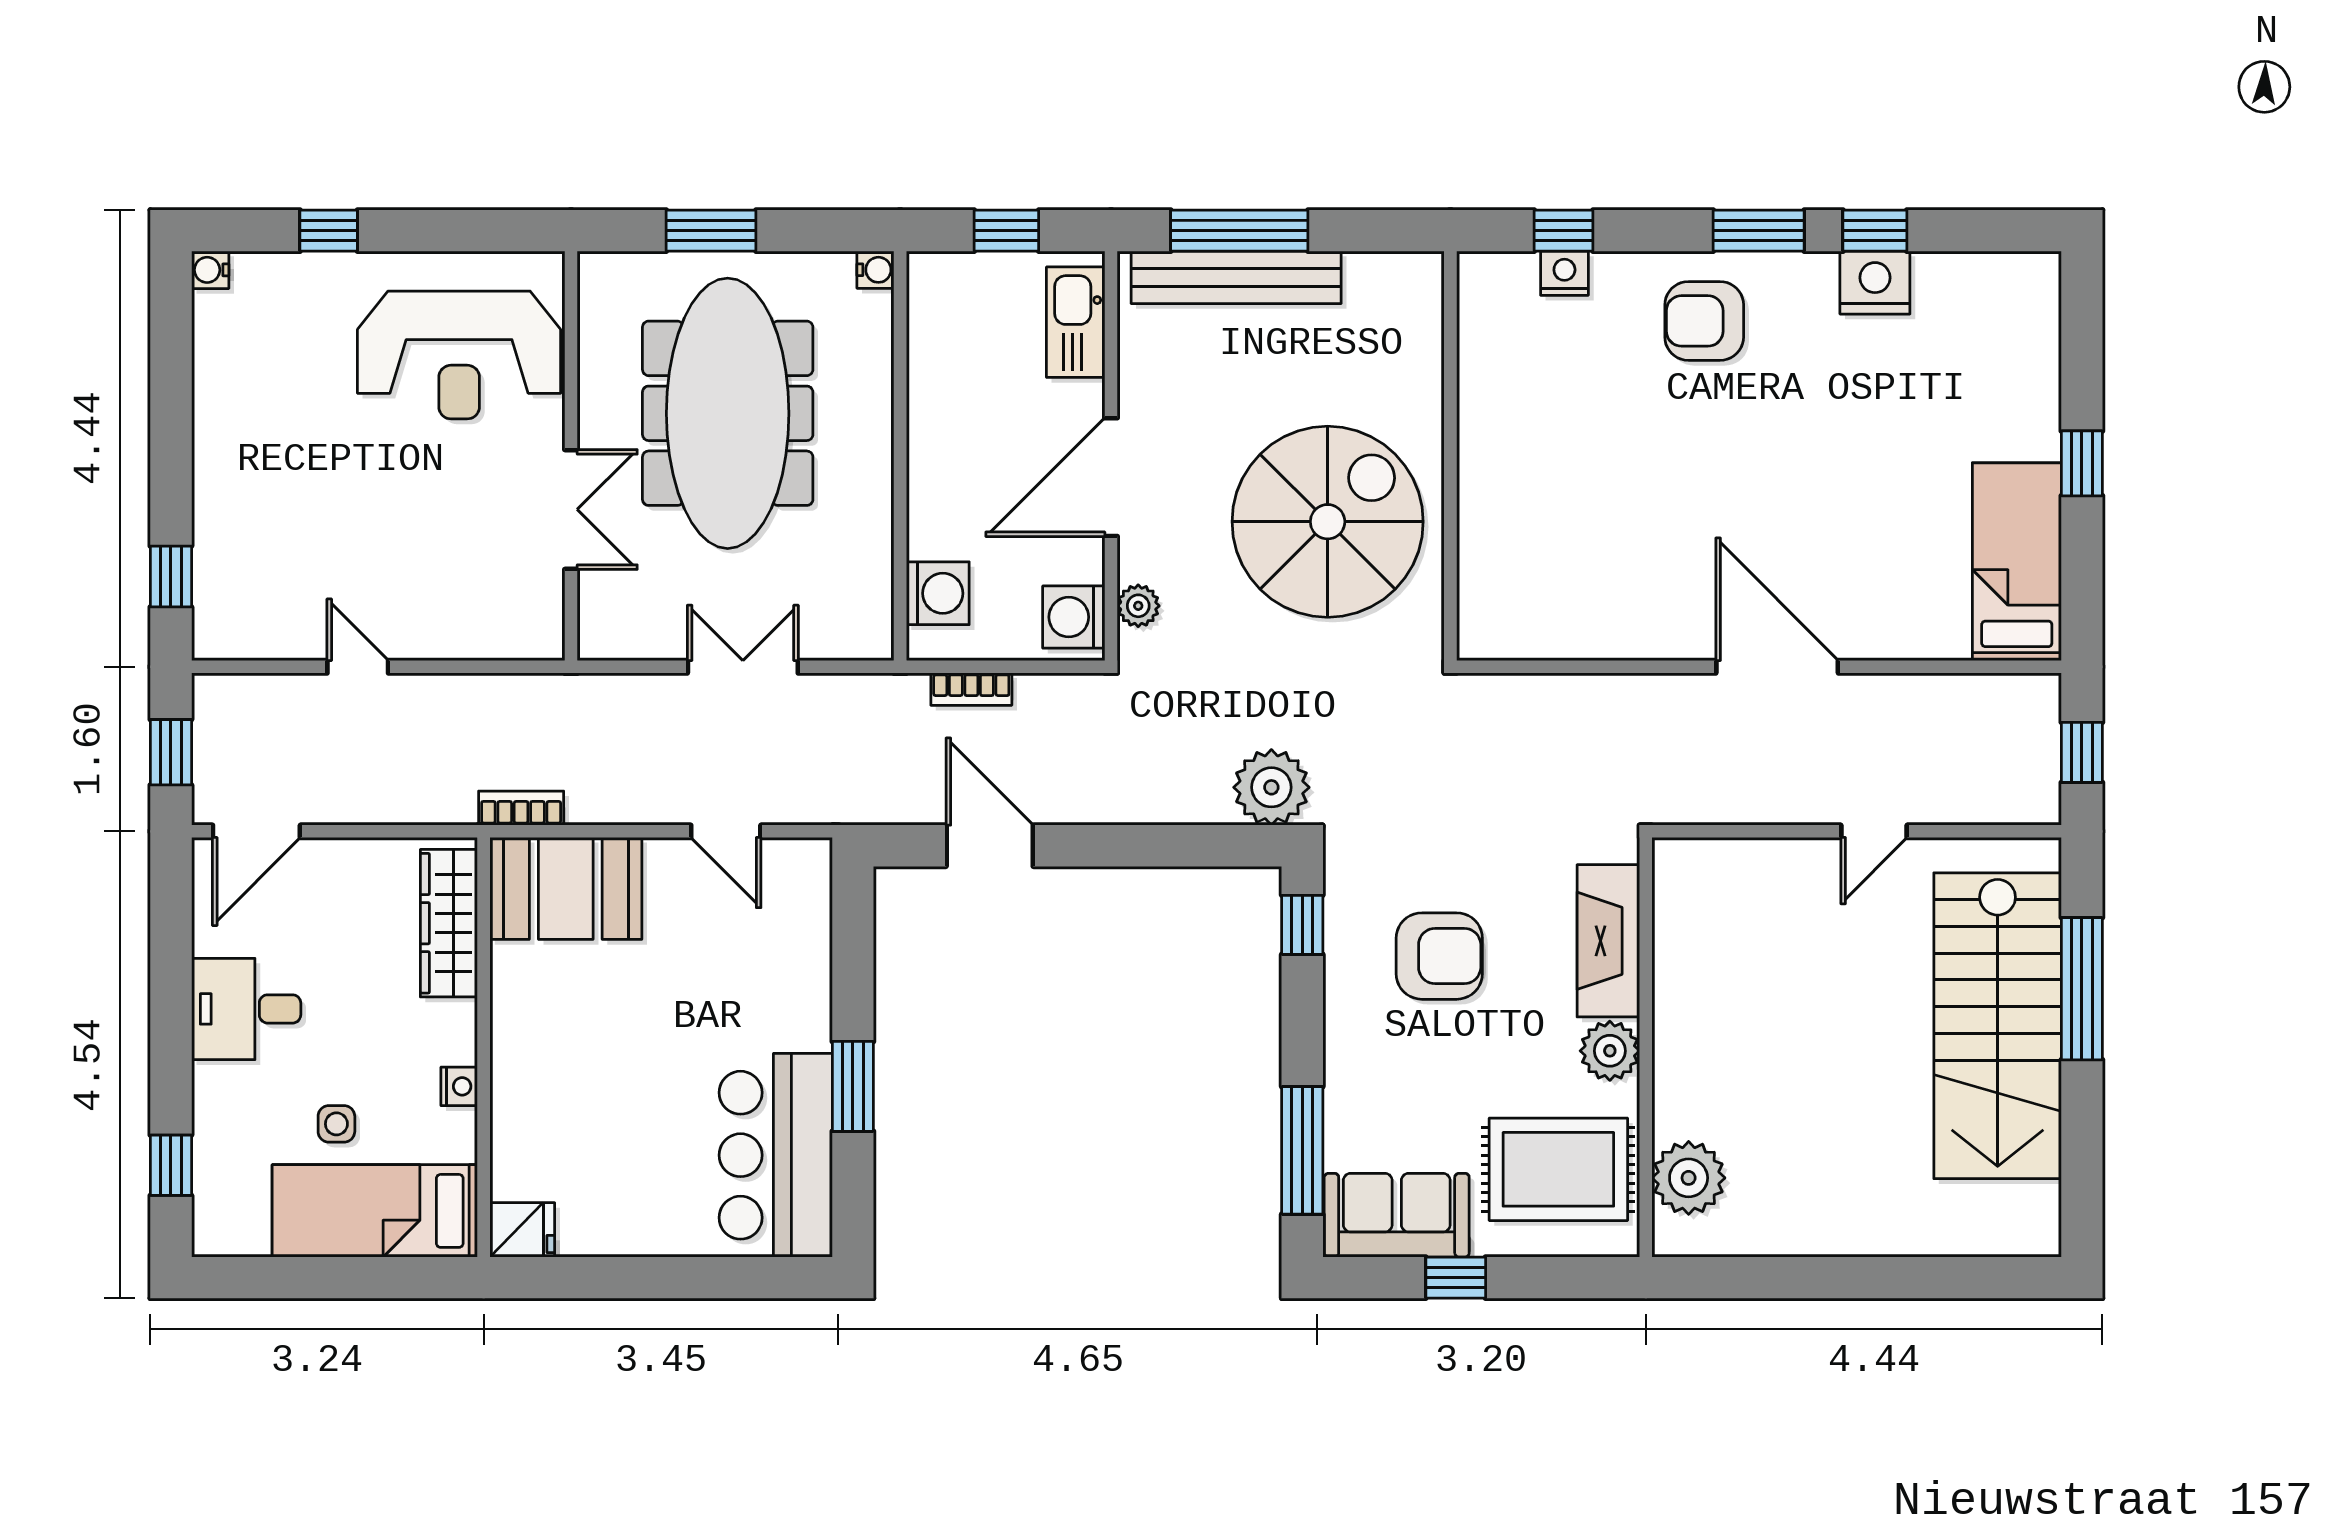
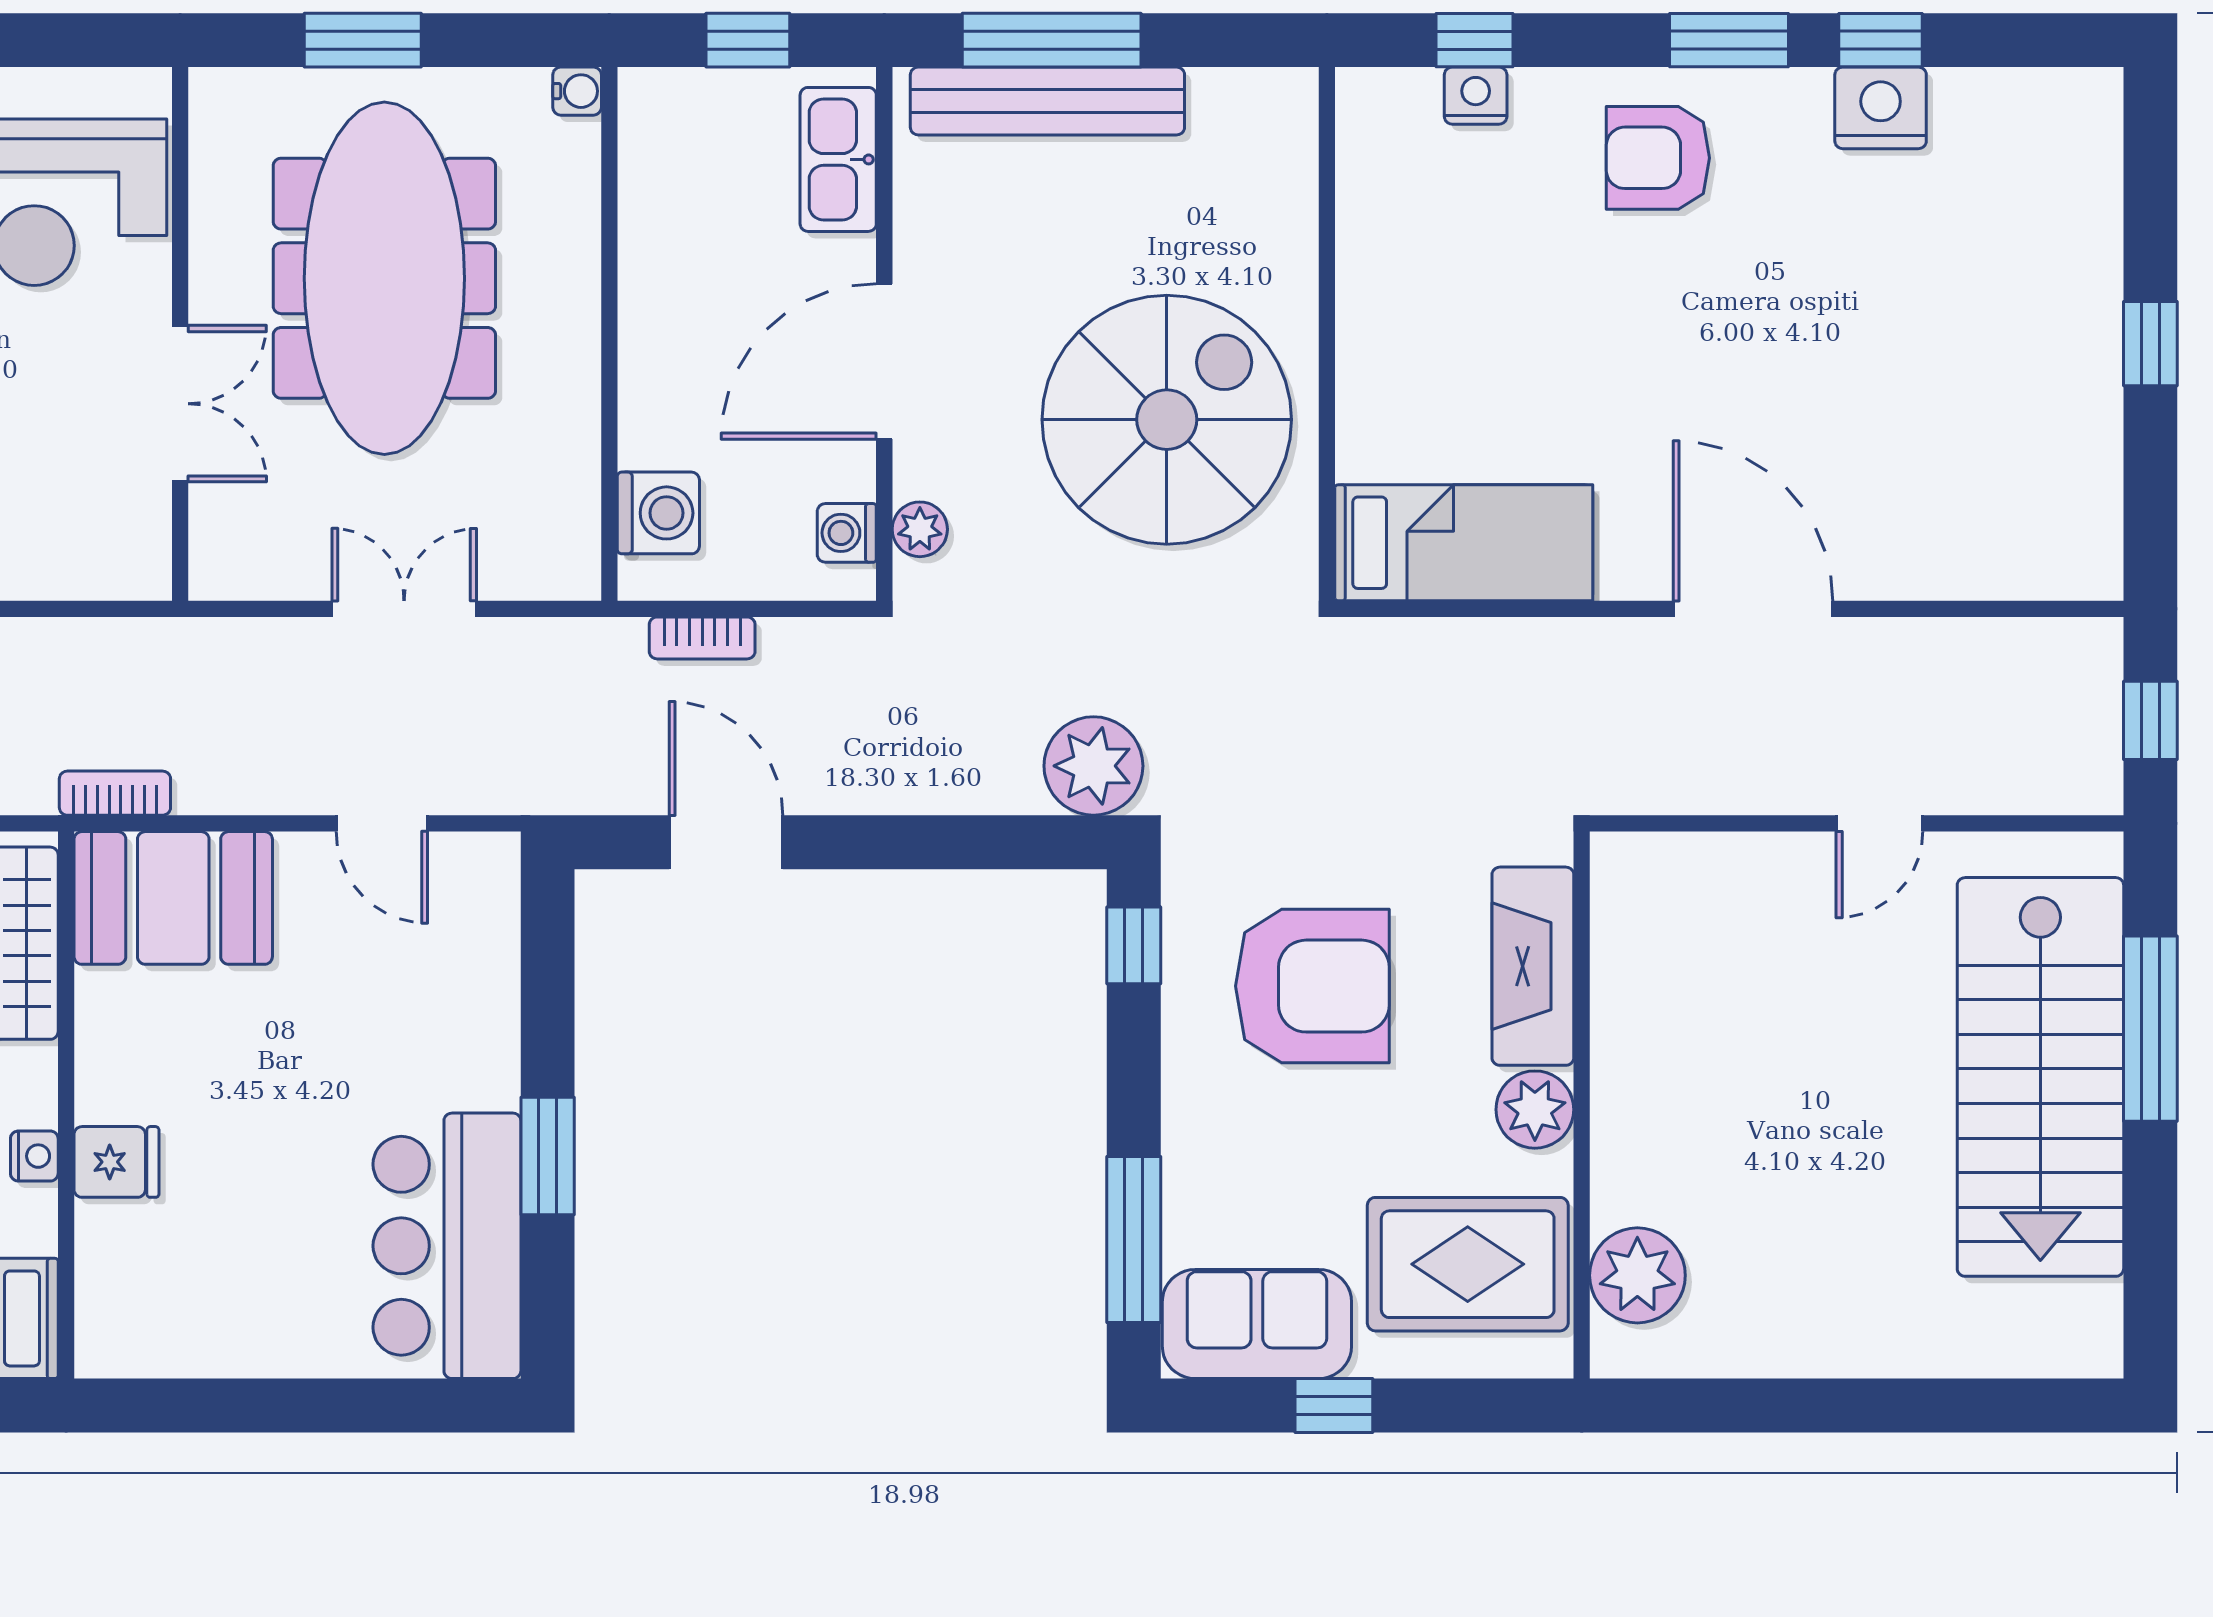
bed: (2017, 562) -> (1464, 543), moved, turned 90
washing machine: (1074, 617) -> (847, 533), width x0.73, depth x0.73
armchair: (1439, 956) -> (1312, 986), width x1.36, depth x1.36
fridge: (522, 1230) -> (116, 1162), moved

